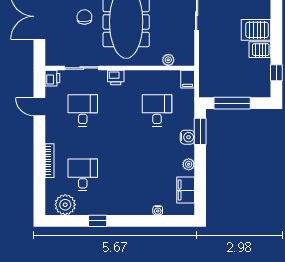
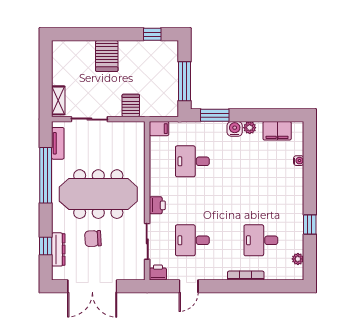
server rack: (260, 50) -> (131, 105), moved, turned 180
plant: (168, 60) -> (139, 149), removed
water cooler: (187, 137) -> (235, 129), moved
plant: (65, 205) -> (298, 259), width x0.53, depth x0.53

